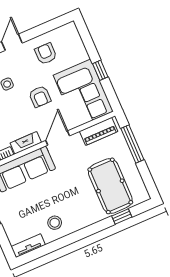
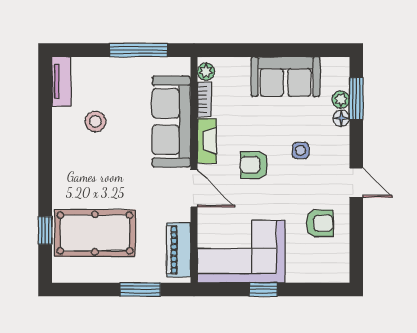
armchair: (40, 97) -> (254, 165), moved
window: (132, 144) -> (140, 289), width x0.69
stool: (55, 223) -> (95, 122), moved

